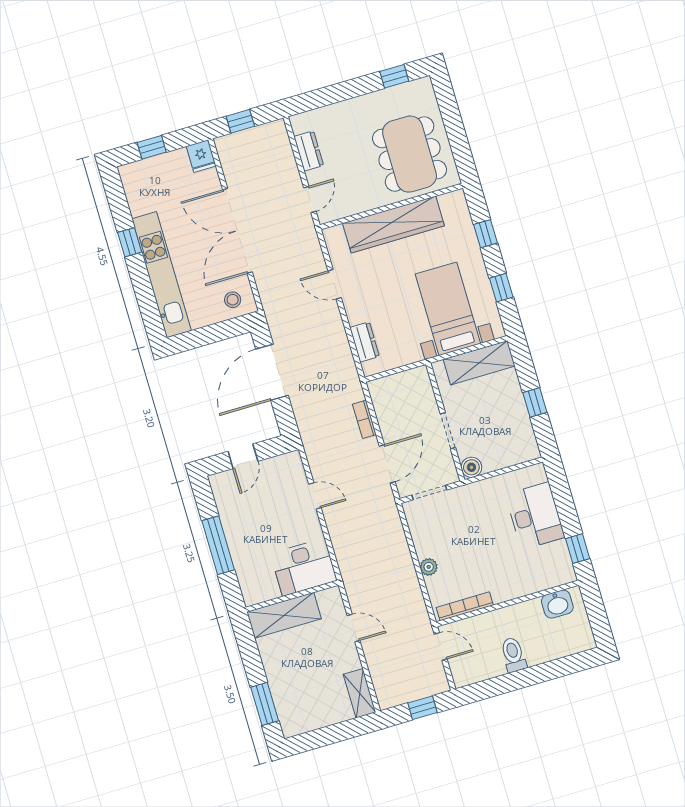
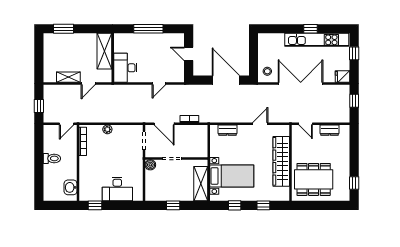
kitchen unit: (162, 275) -> (317, 40), moved
shelving: (360, 693) -> (68, 77), moved

